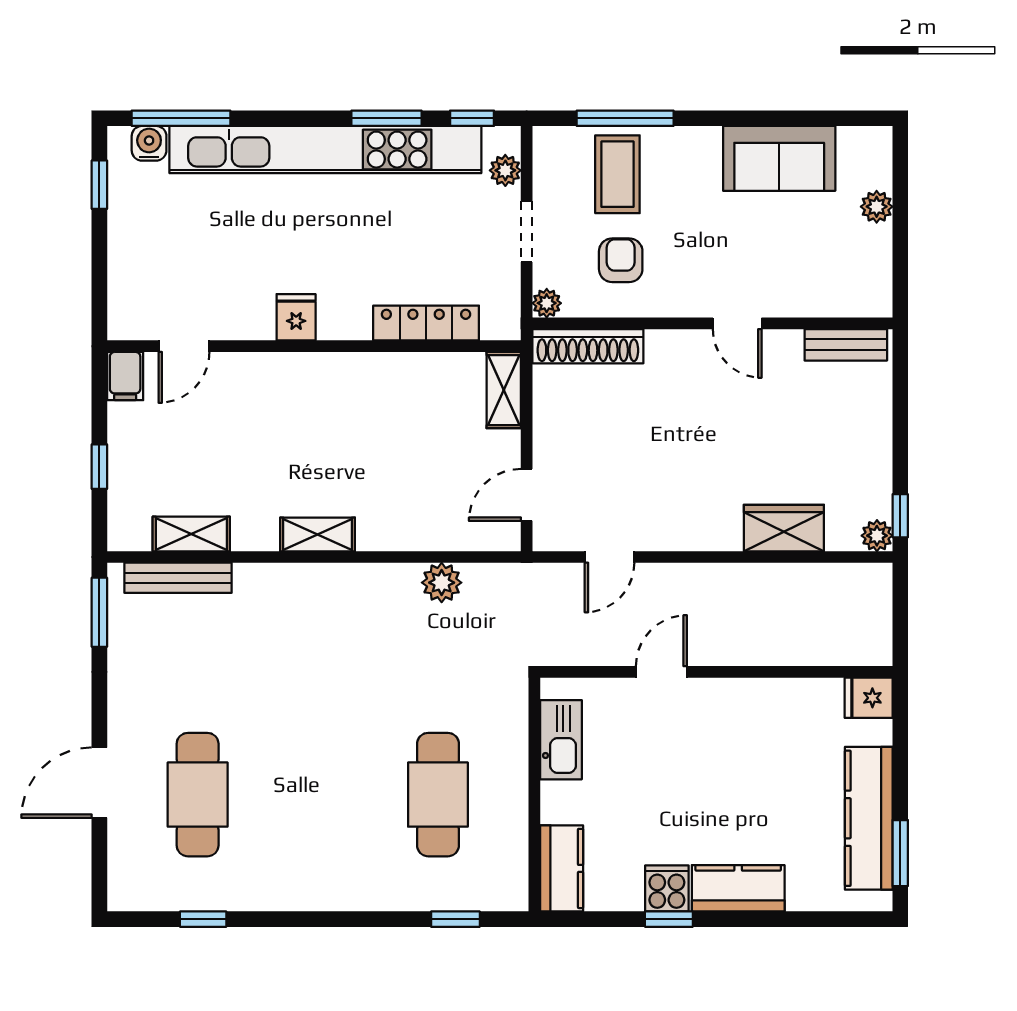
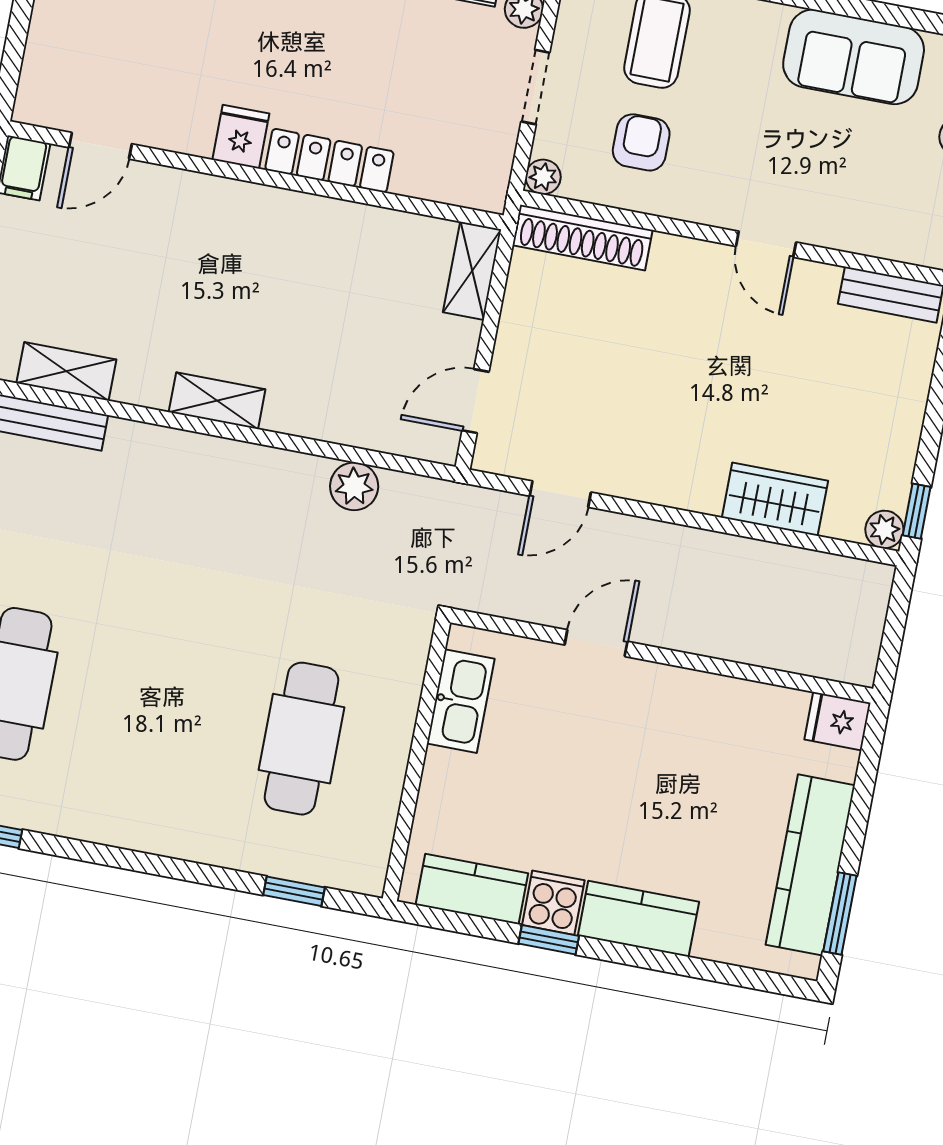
locker: (426, 323) -> (329, 161), moved
kitchen counter: (562, 868) -> (472, 889), moved, turned -90

